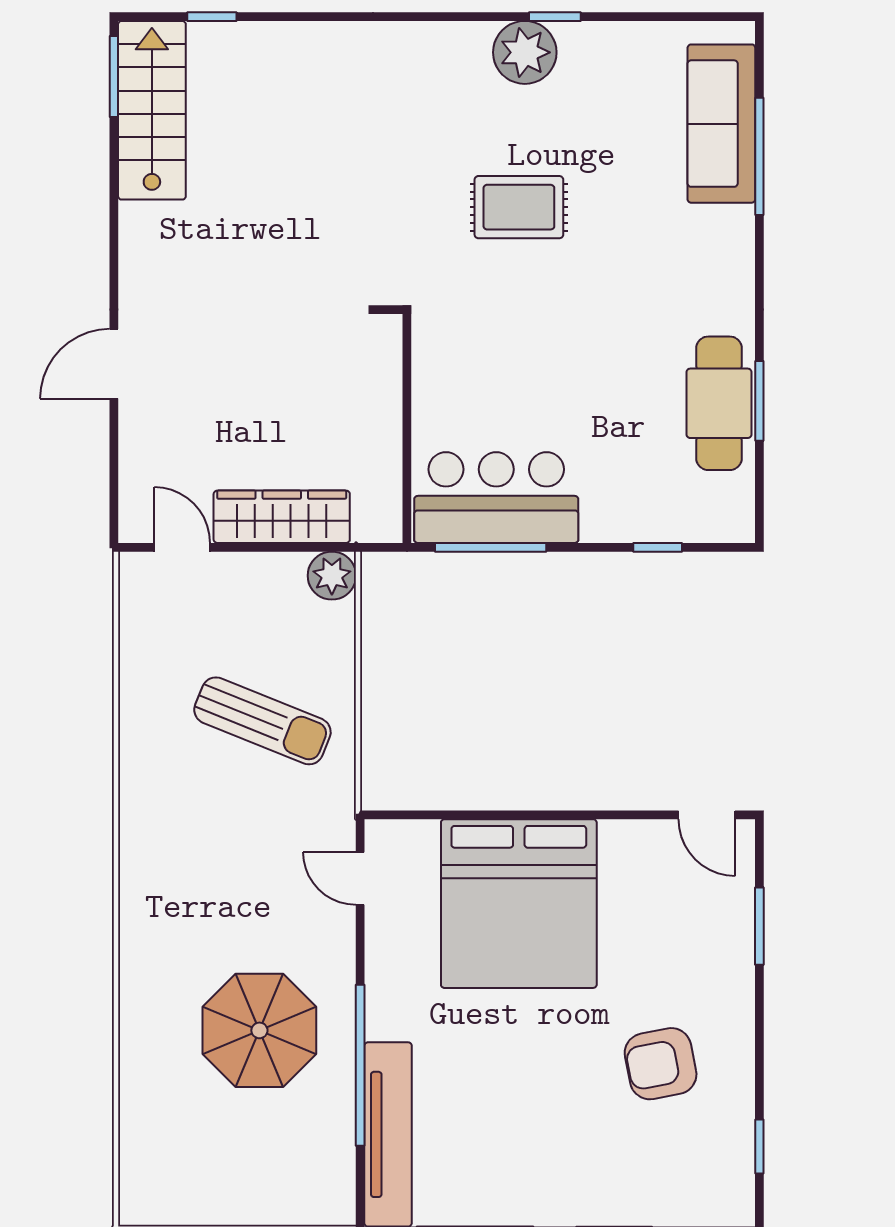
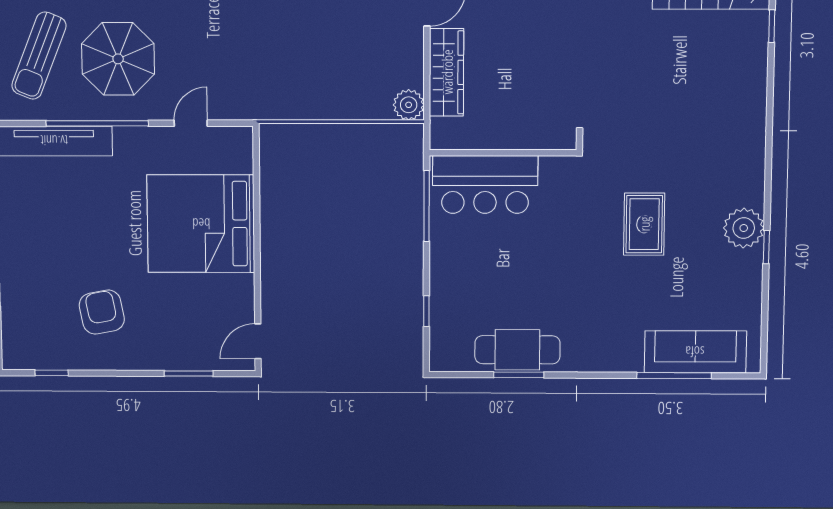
bar counter: (496, 498) -> (485, 185), moved, turned 90
sun lounger: (262, 721) -> (39, 56), moved
door: (360, 879) -> (191, 123), moved

